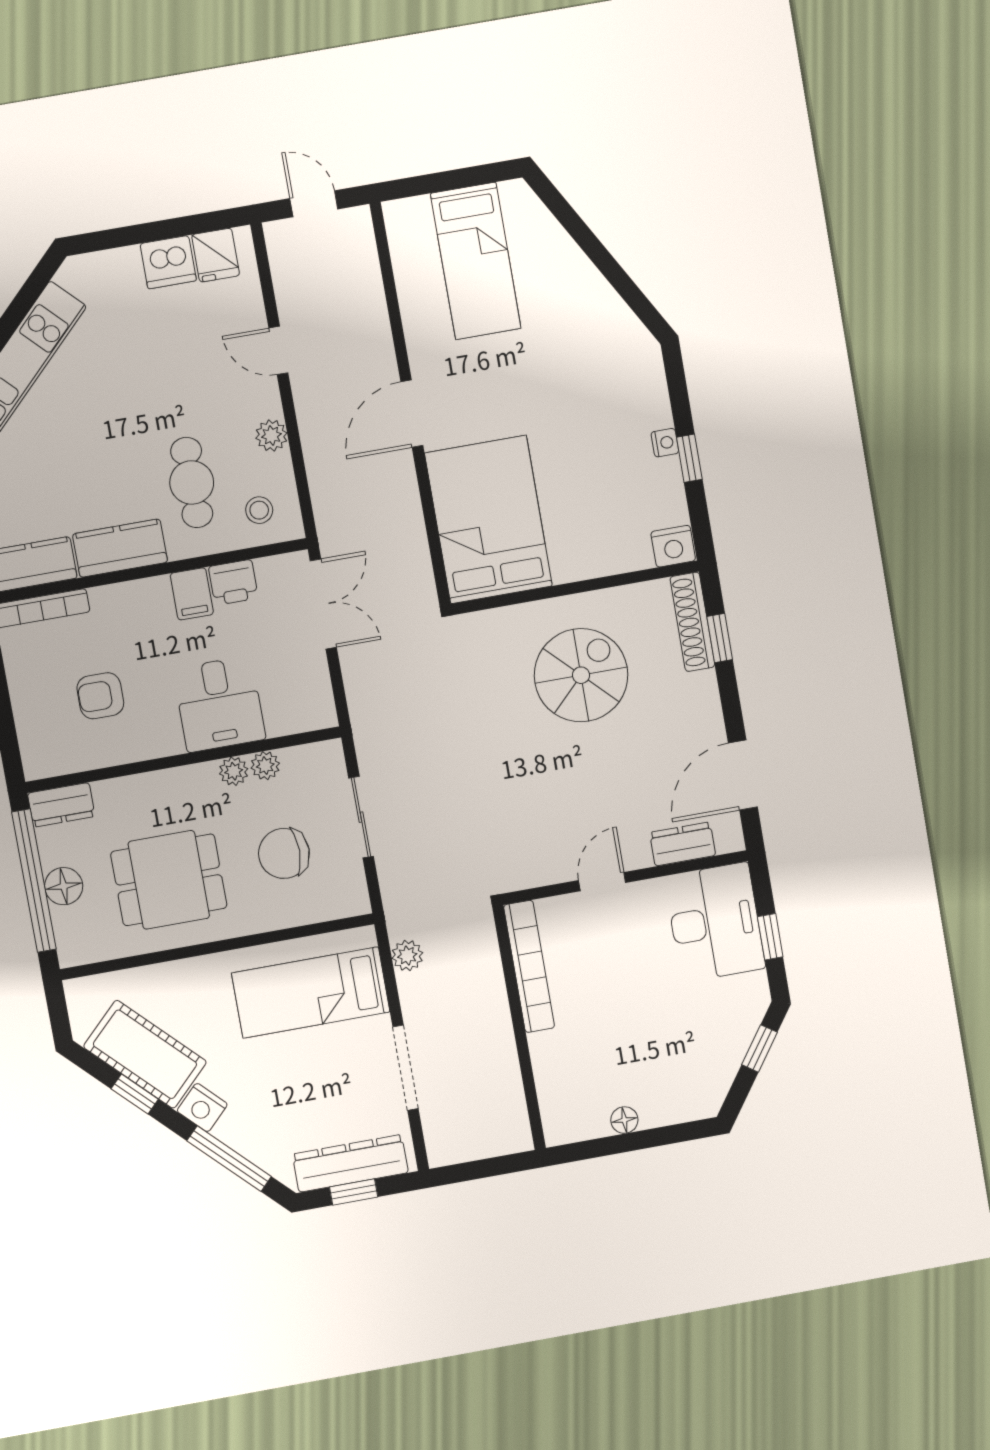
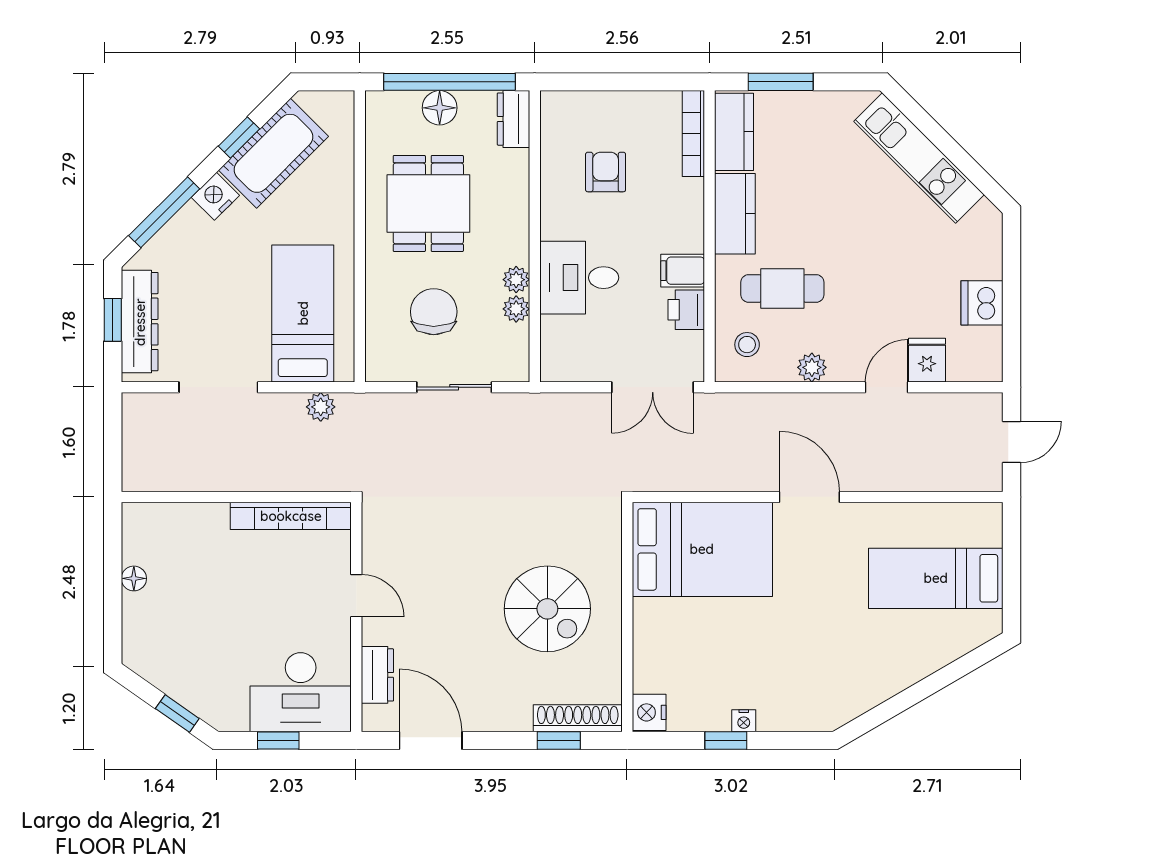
fridge: (216, 255) -> (927, 360), moved, turned 90

